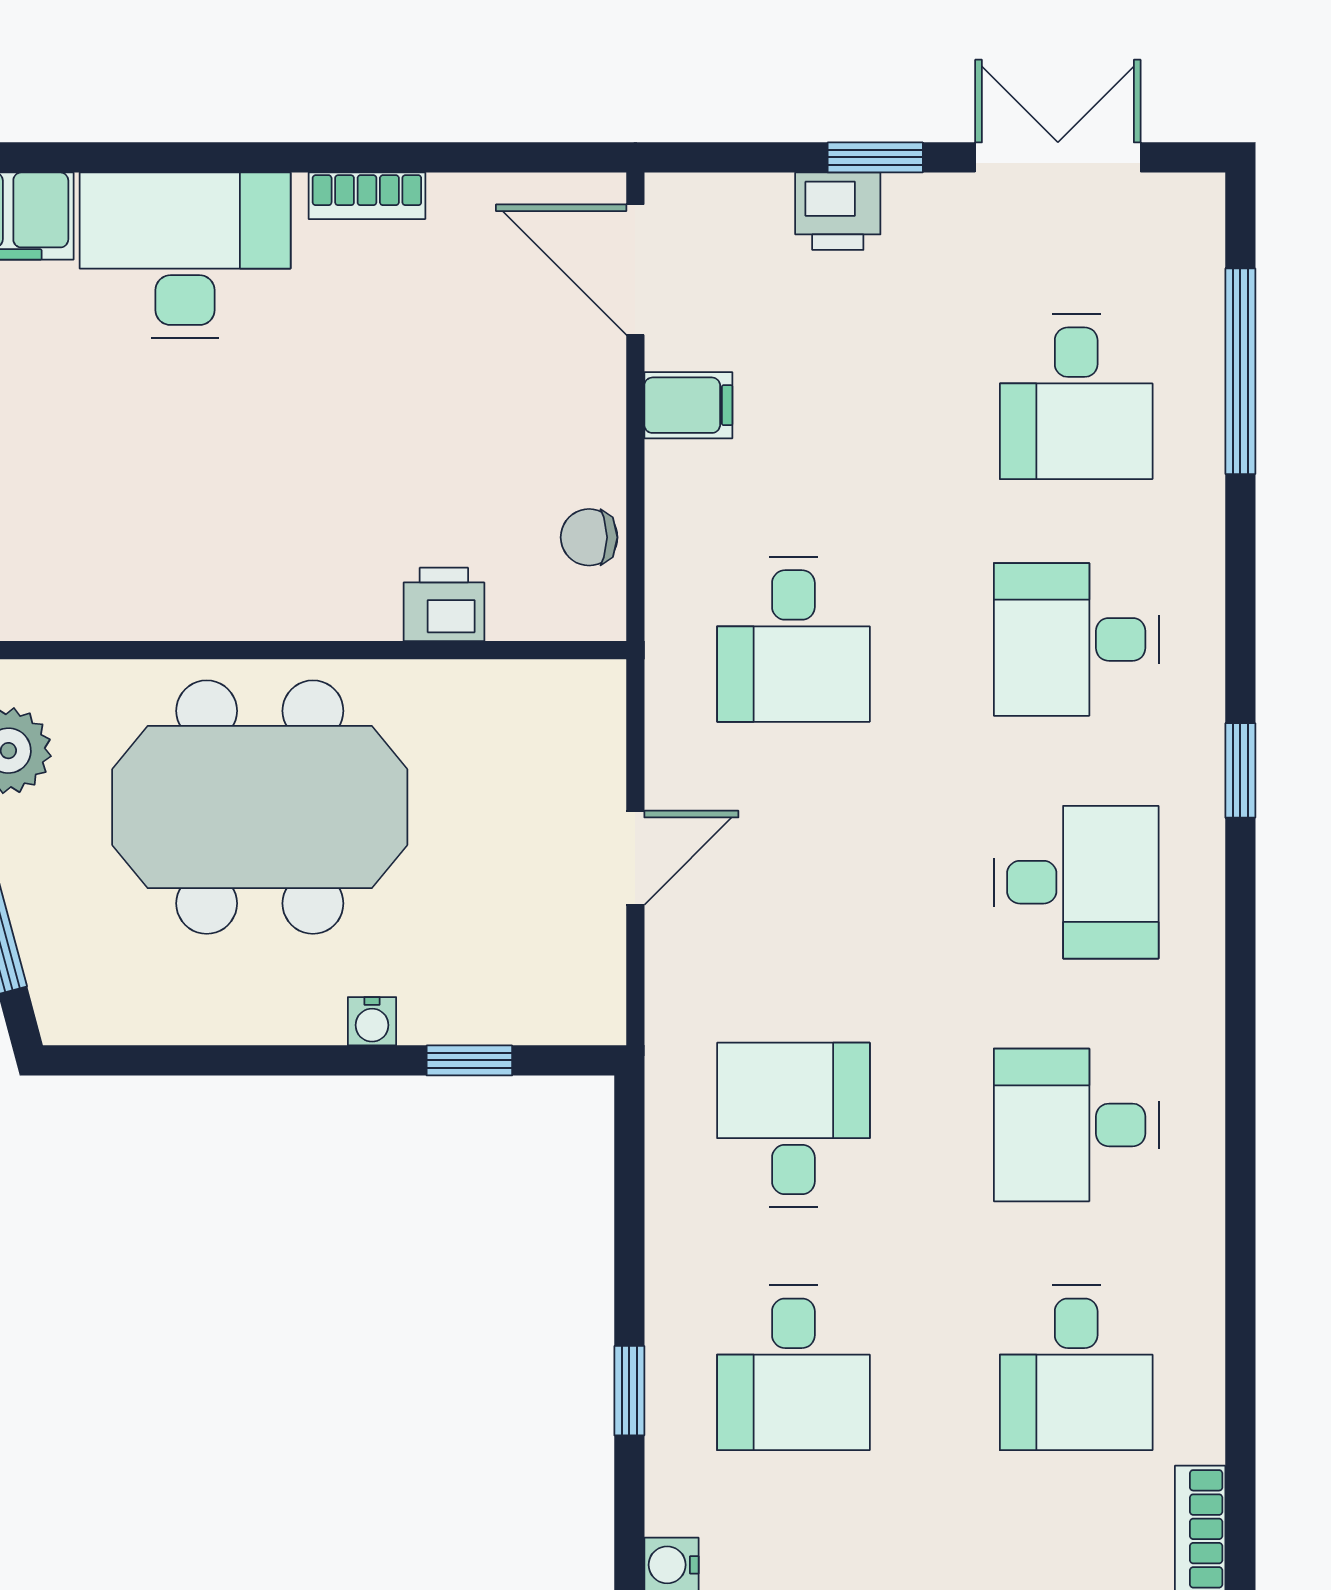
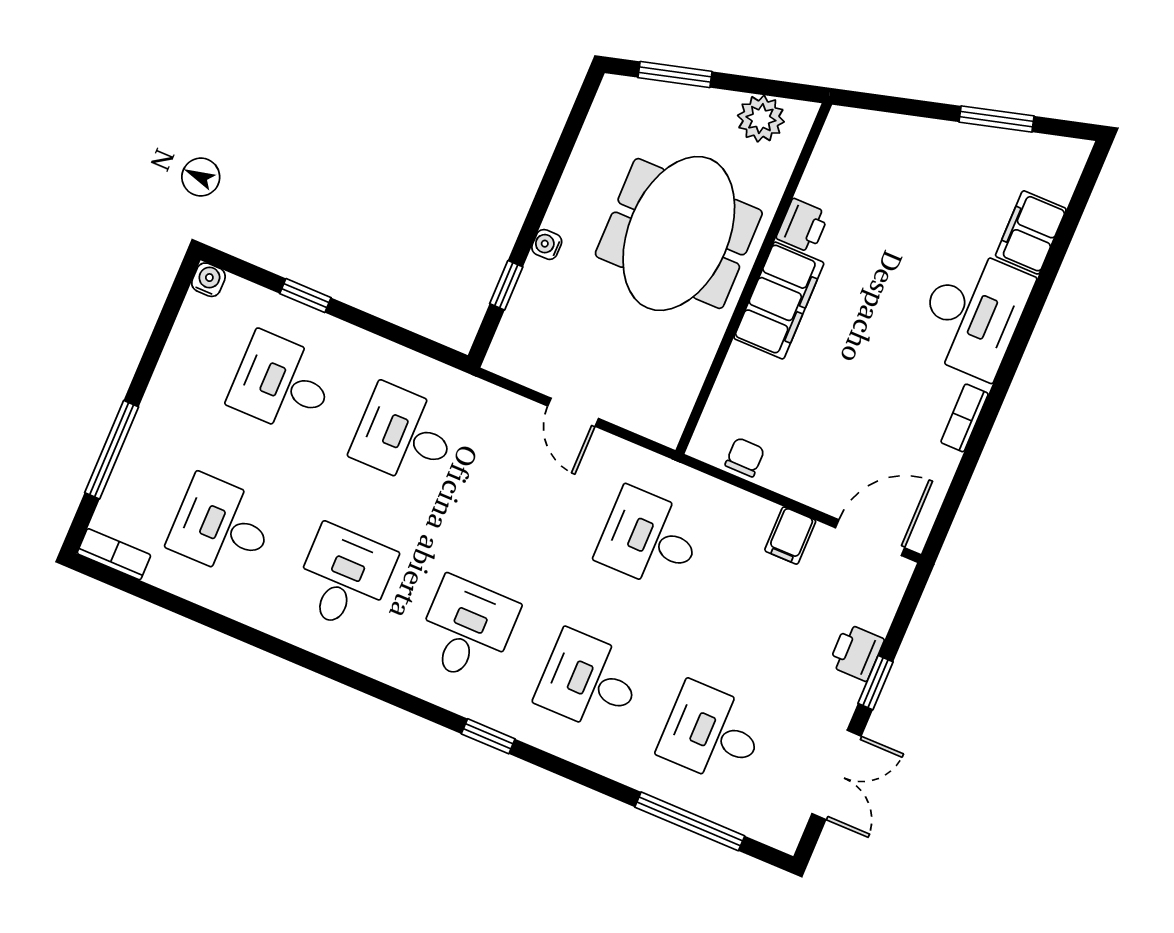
filing cabinet: (301, 591) -> (779, 301), added
printer: (444, 604) -> (803, 226), moved
desk: (1076, 639) -> (589, 681), turned -90
desk: (1076, 882) -> (467, 630), turned 180
desk: (793, 1125) -> (405, 435), turned 180

